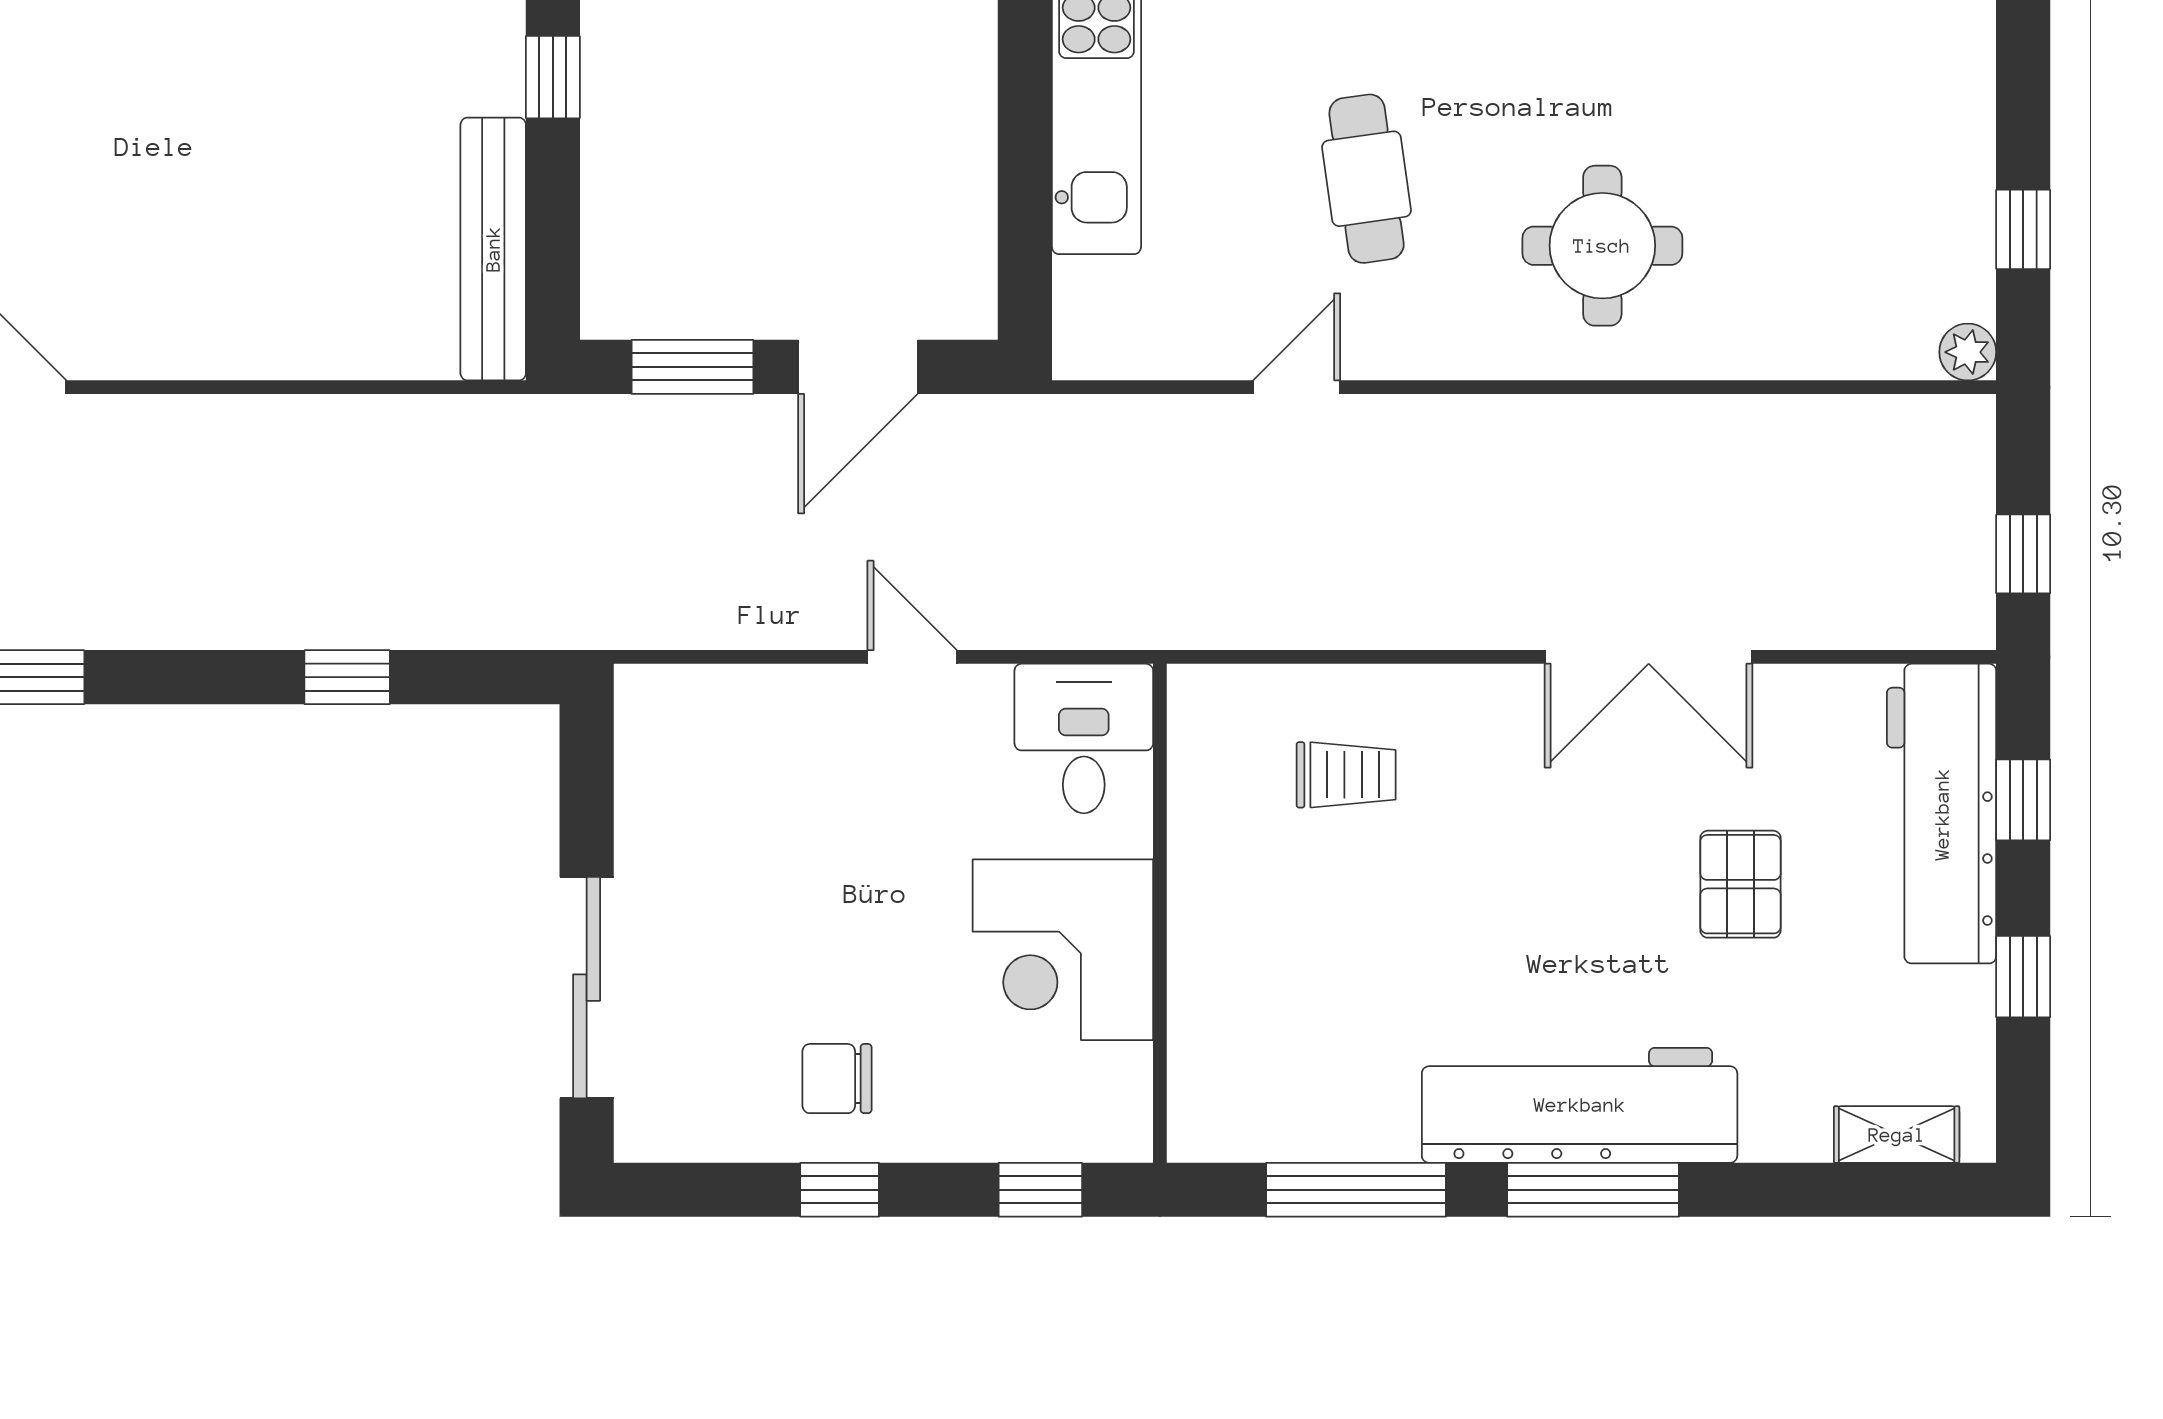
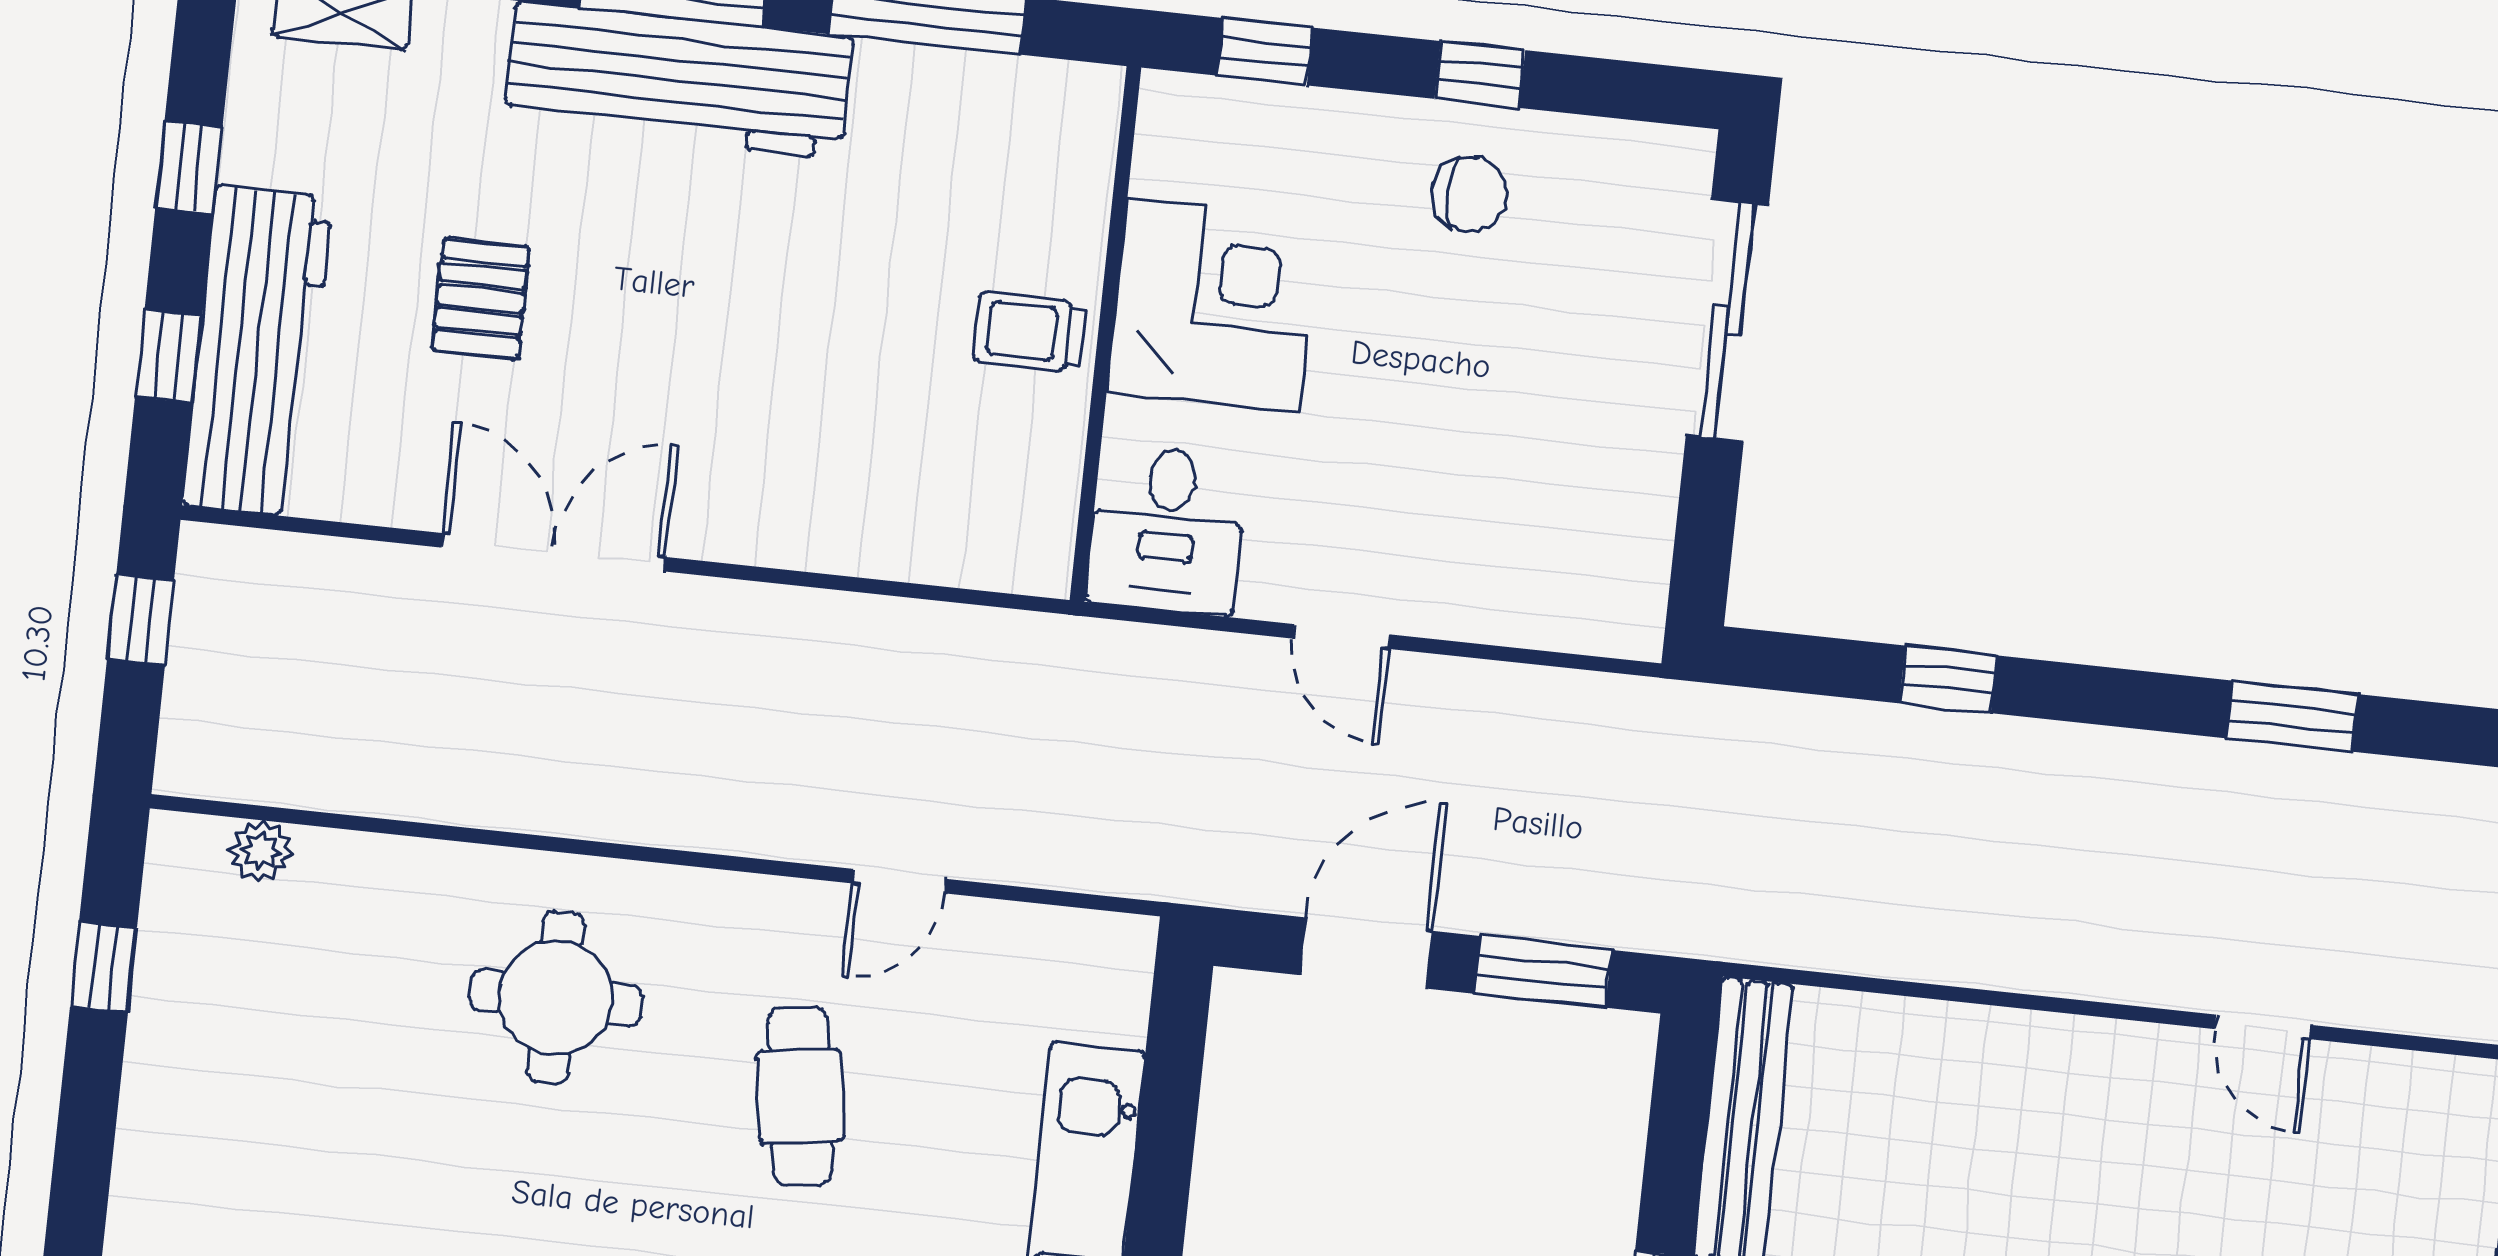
plant: (1968, 352) -> (261, 851), moved
trolley: (1346, 775) -> (1029, 332), moved

